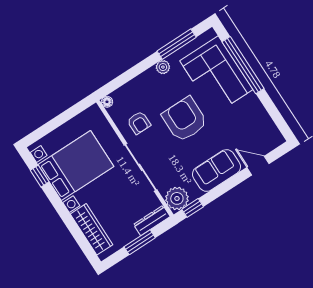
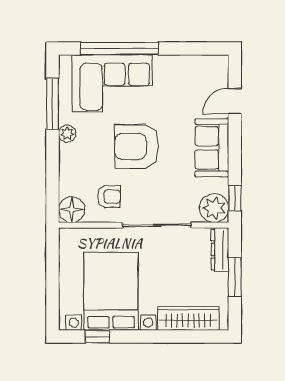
floor lamp: (107, 102) -> (72, 210), width x1.89, depth x1.89

